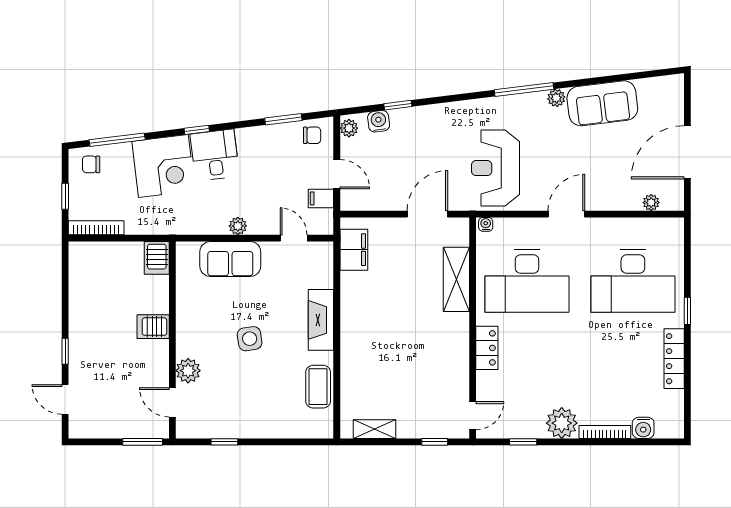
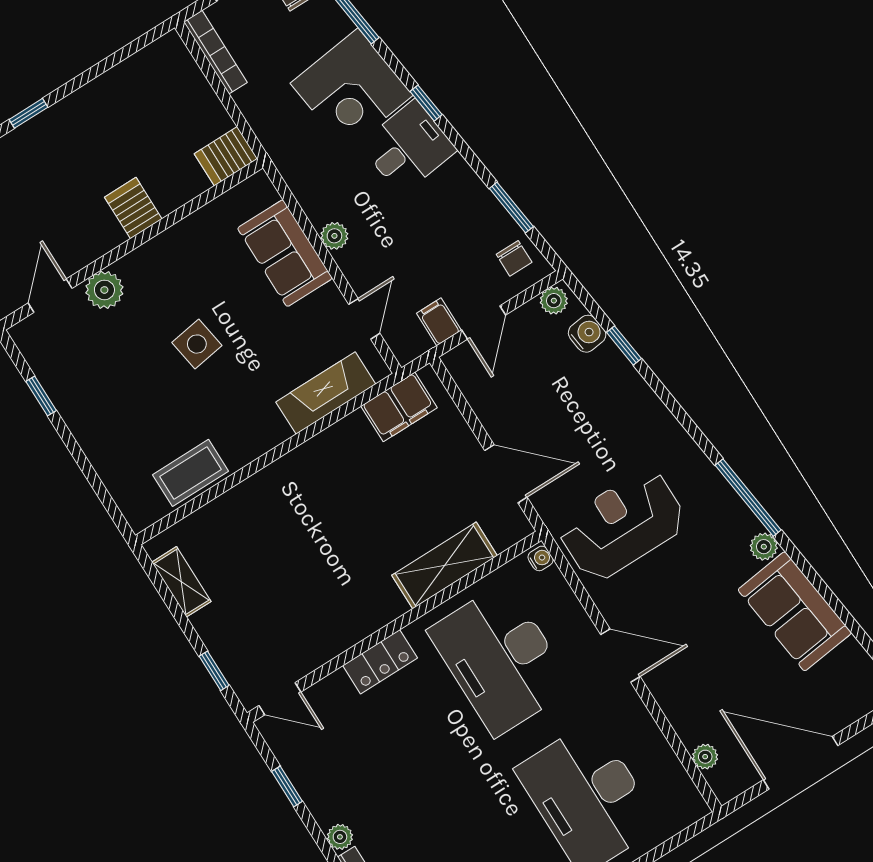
fireplace: (321, 320) -> (326, 393), moved
plant: (562, 423) -> (340, 837), width x0.53, depth x0.53

